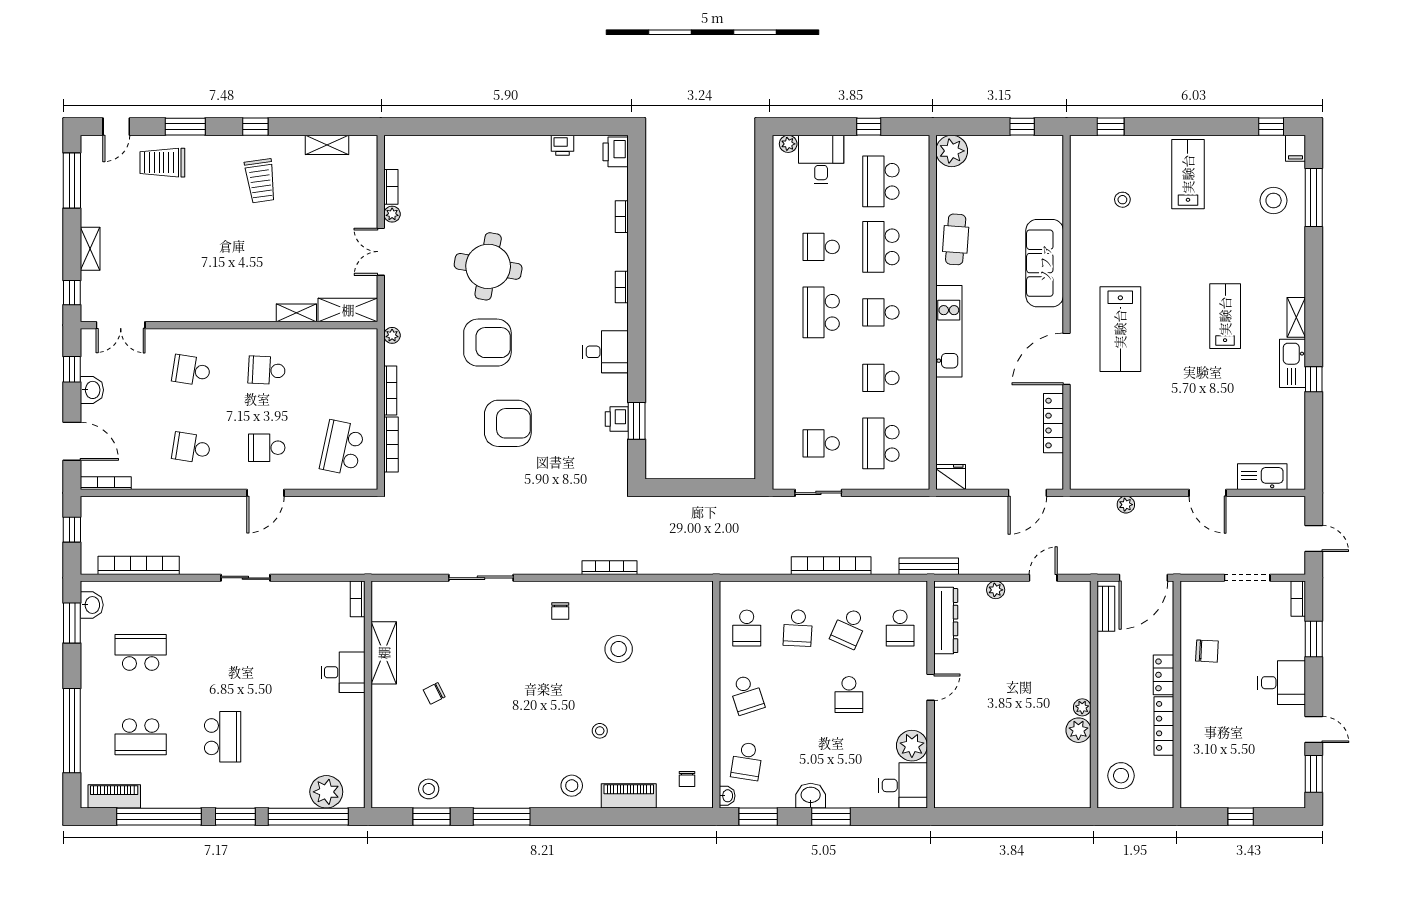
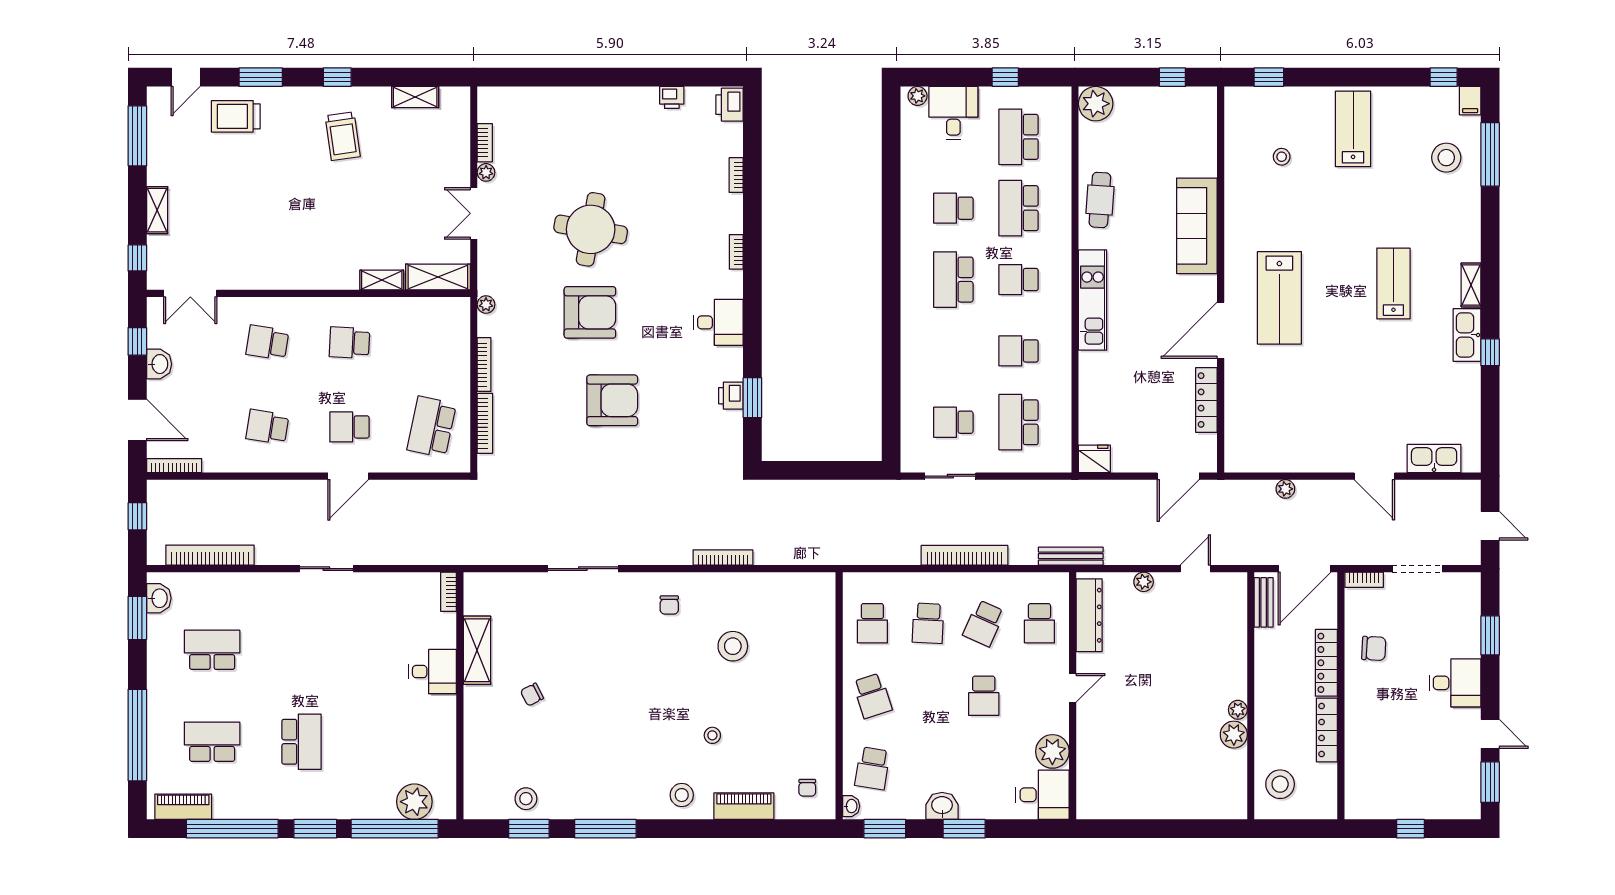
bookcase: (1298, 599) -> (1364, 580), moved, turned -90
locker: (1164, 675) -> (1326, 663), width x1.53
school desk: (141, 737) -> (212, 742), turned 180

